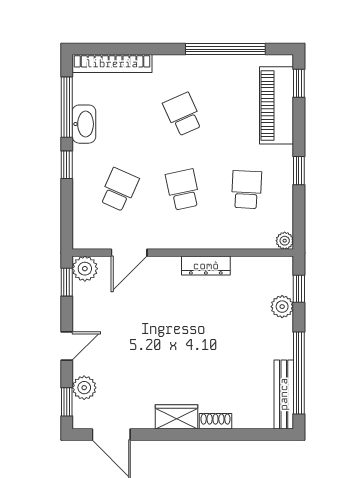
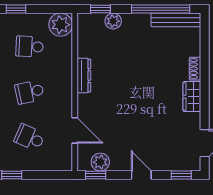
plant: (285, 241) -> (61, 25), width x1.88, depth x1.88
plant: (85, 269) -> (100, 162), moved
plant: (84, 388) -> (171, 163), removed

